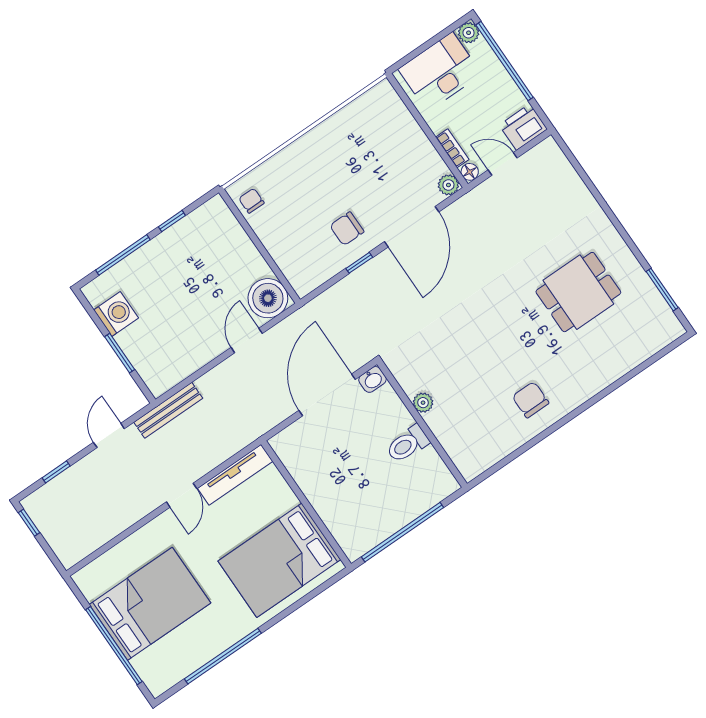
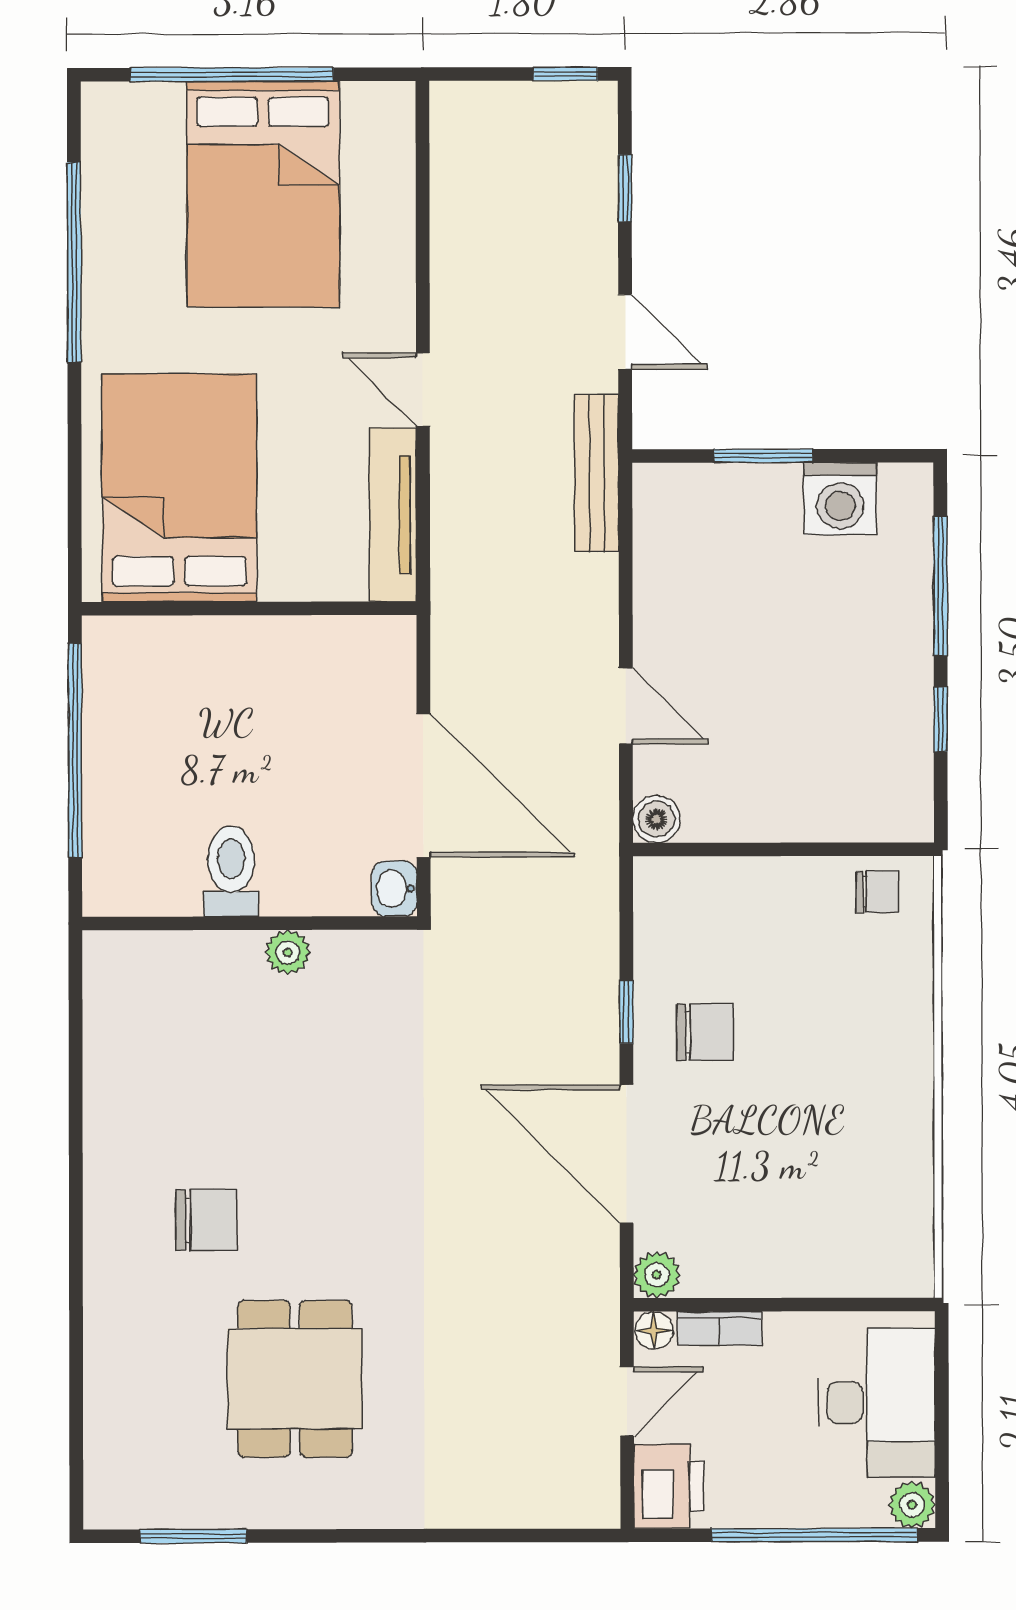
chair: (347, 229) -> (705, 1032), turned 90
boiler: (268, 298) -> (656, 819), width x0.54, depth x0.54
chair: (530, 400) -> (206, 1220), moved

